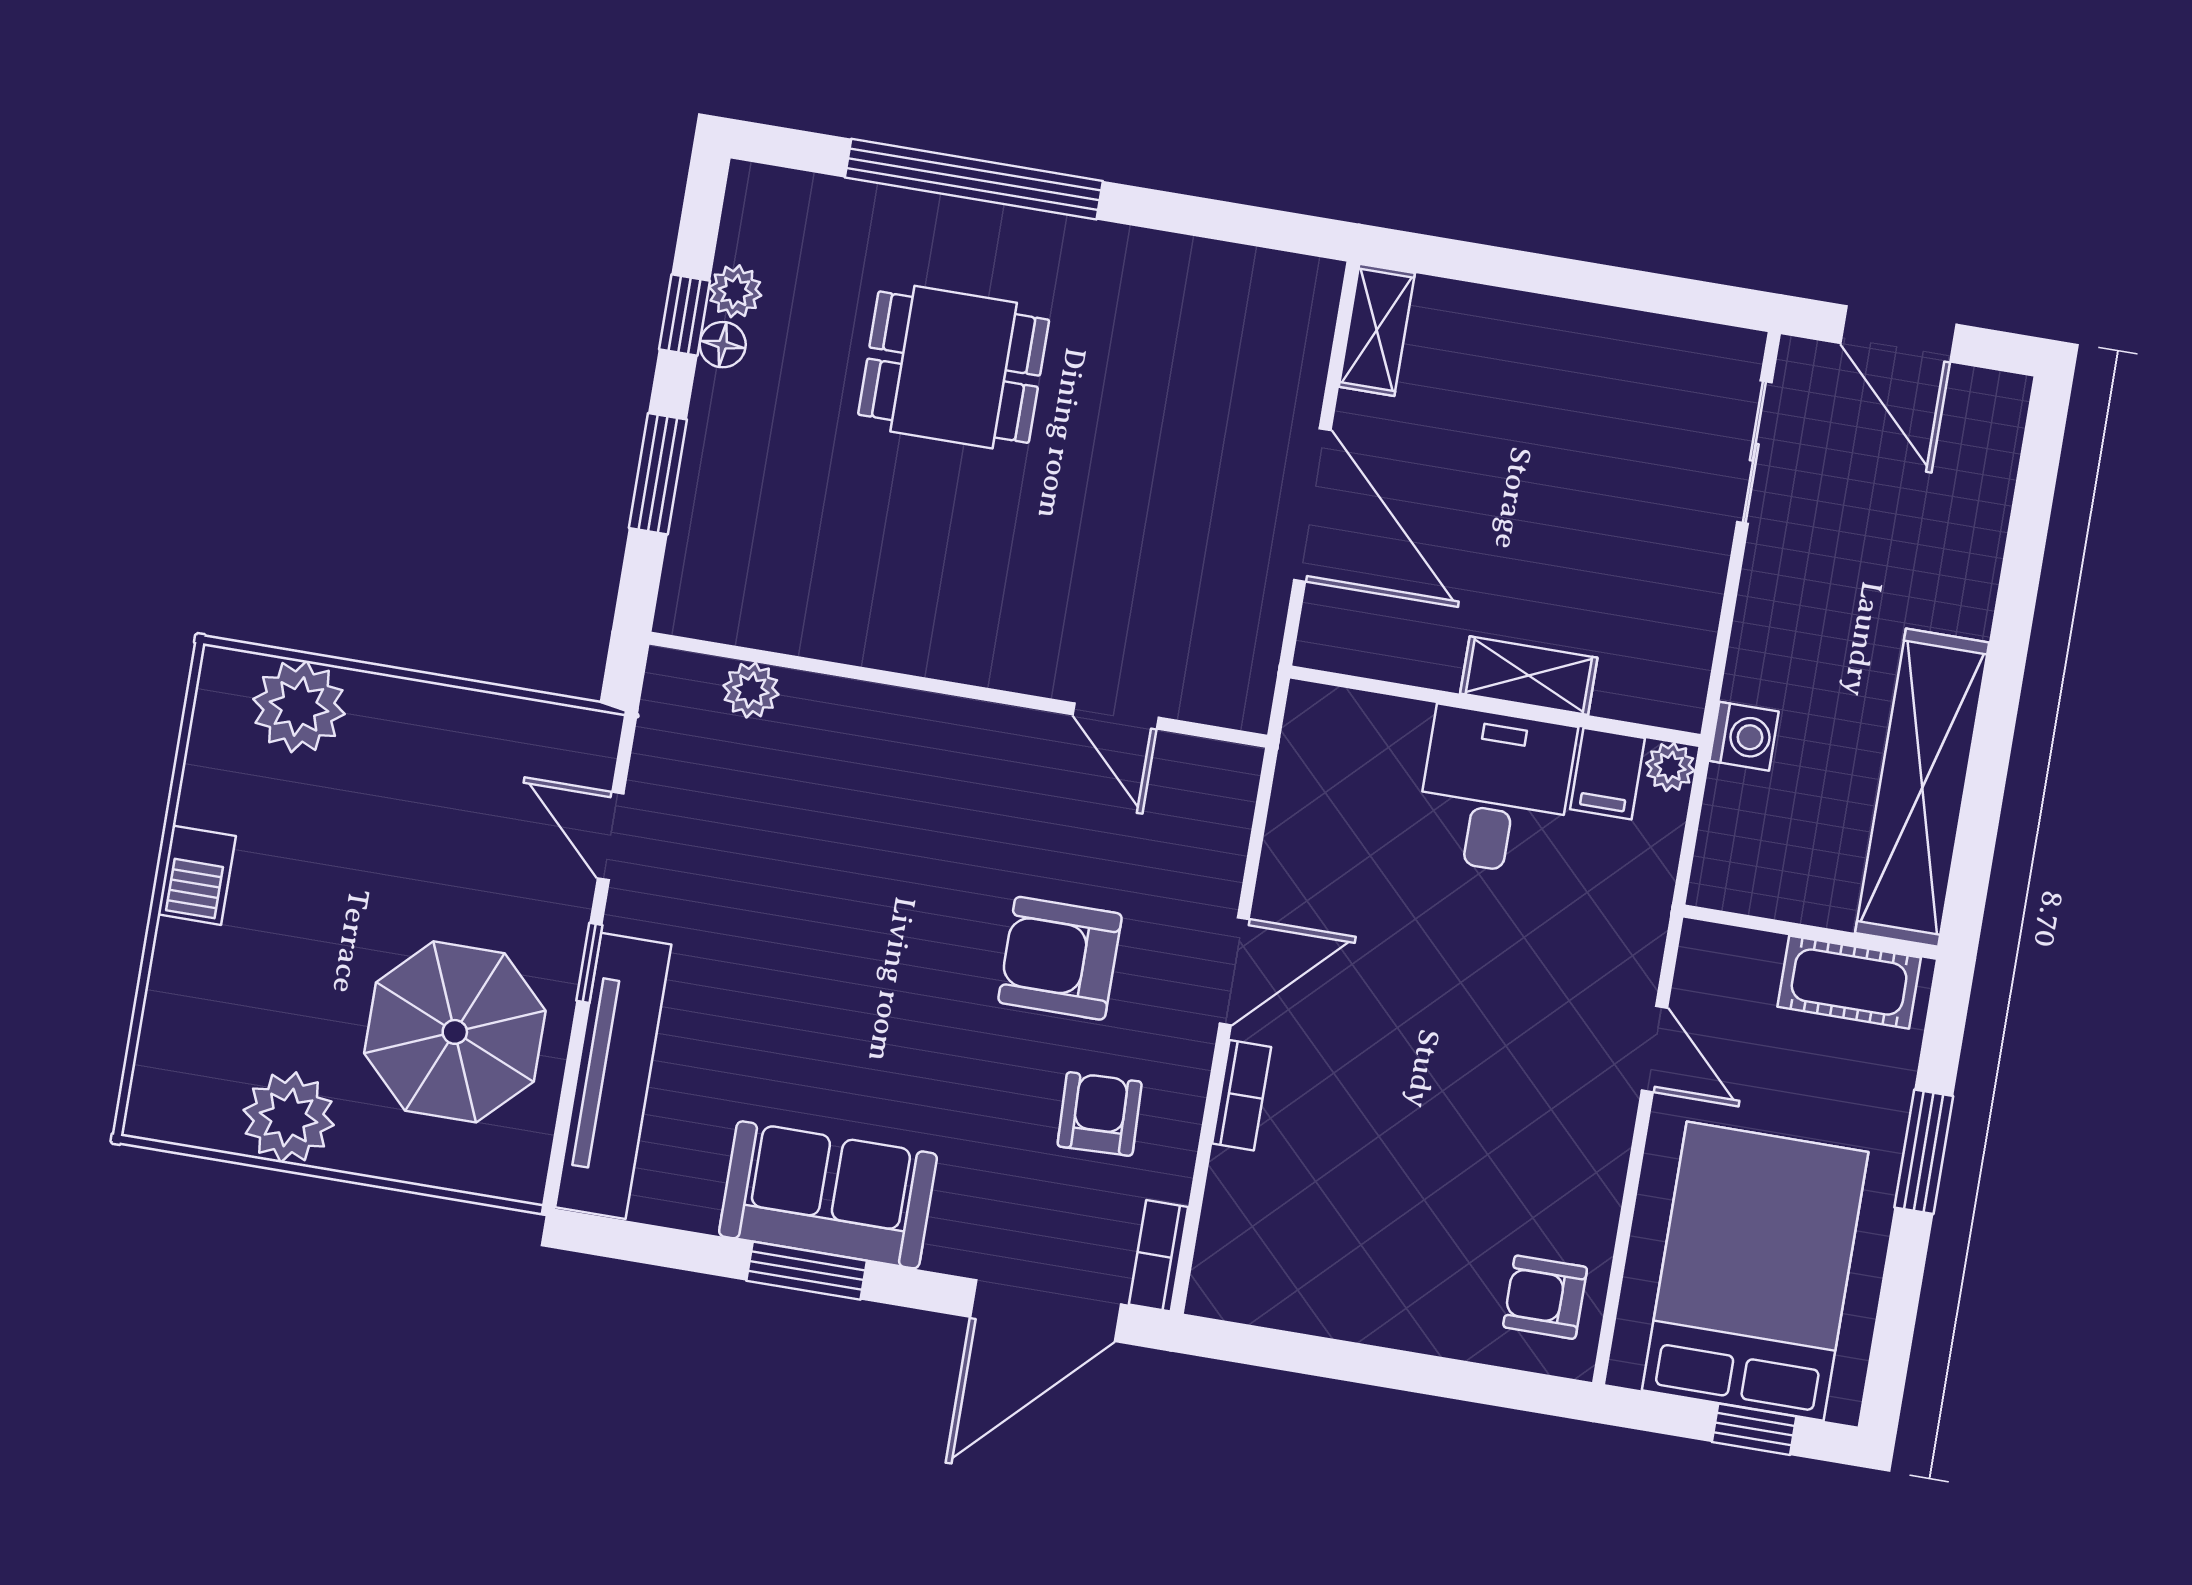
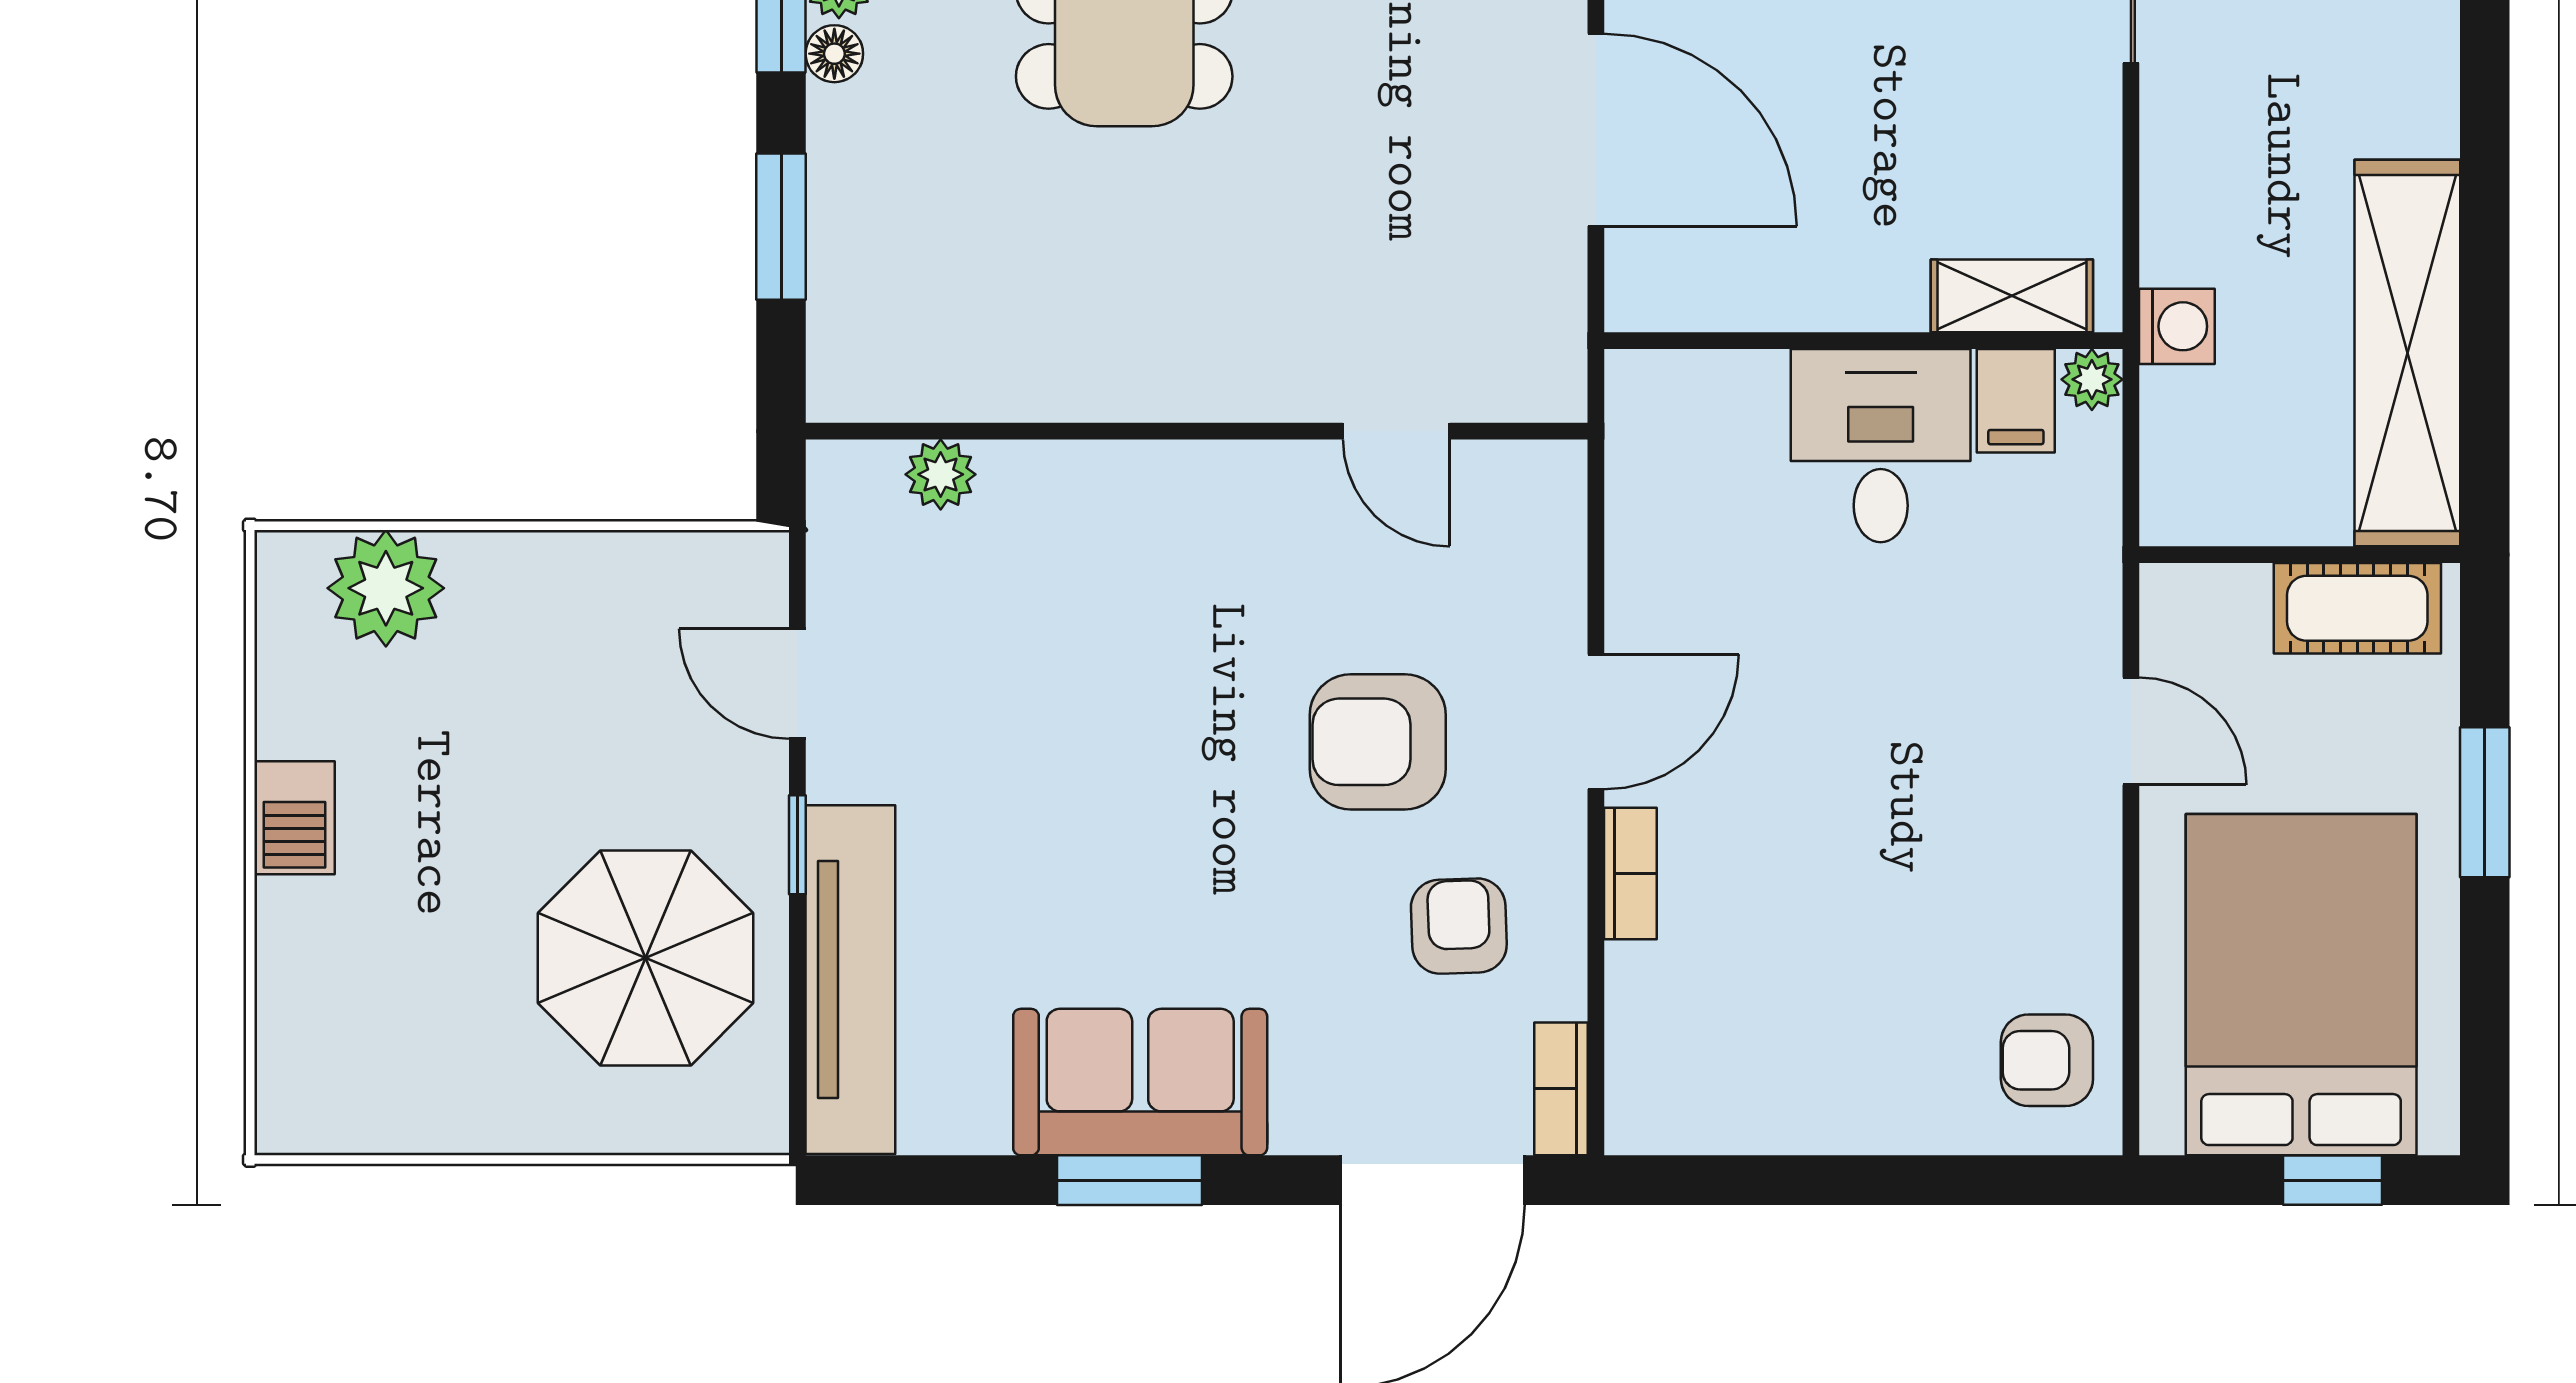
shelving: (1529, 676) -> (2012, 296), moved
plant: (289, 1117) -> (458, 1098), removed

